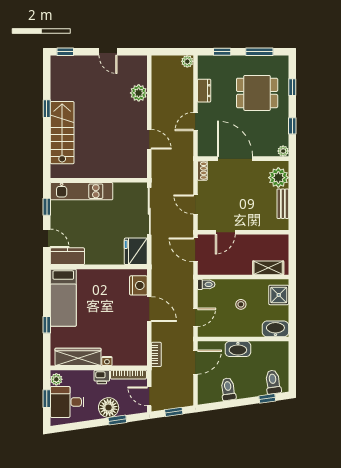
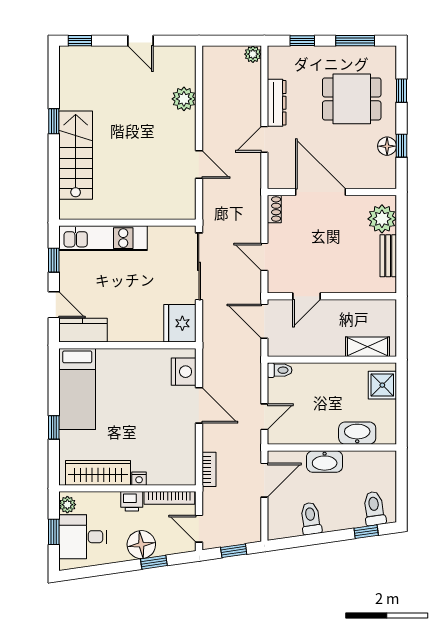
dresser: (204, 91) -> (277, 103), width x1.44
floor lamp: (282, 126) -> (387, 146), added
plant: (283, 151) -> (389, 181), removed
stool: (241, 304) -> (329, 398), removed
washbasin: (275, 329) -> (357, 433), moved

